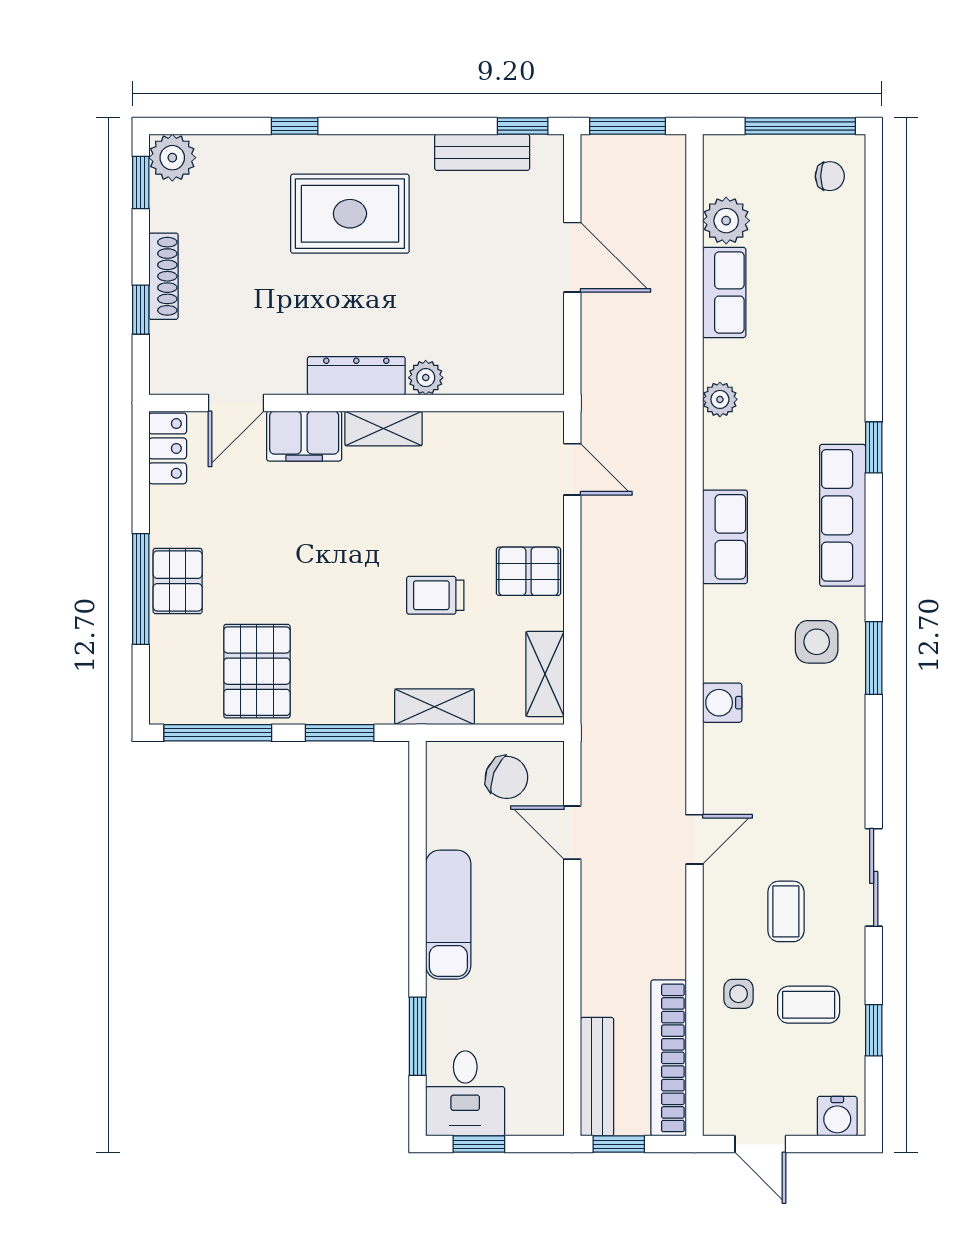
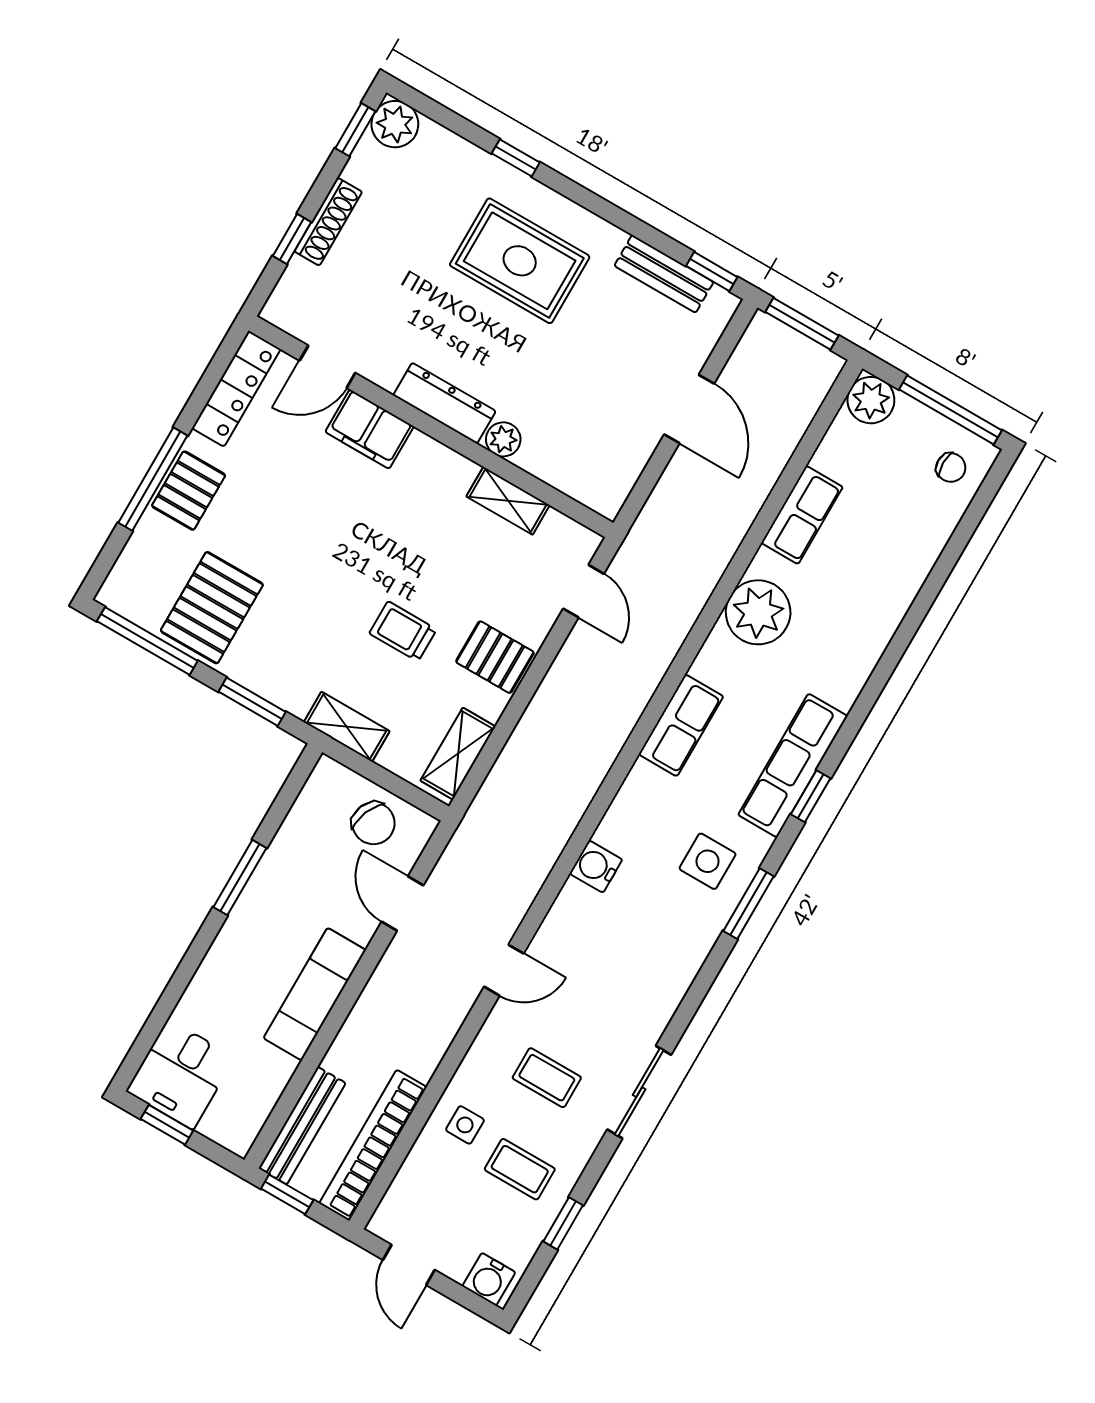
plant: (726, 221) -> (871, 400), moved
plant: (720, 399) -> (758, 612), width x1.88, depth x1.88
shelving: (384, 428) -> (508, 501), moved
window: (874, 447) -> (811, 796), moved
locker: (168, 448) -> (236, 389), width x1.53
coffee table: (786, 911) -> (547, 1078), turned 90
exam couch: (448, 915) -> (315, 994), moved, turned 180
window: (418, 1036) -> (240, 878), moved

